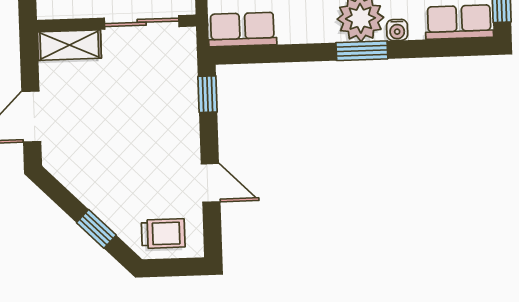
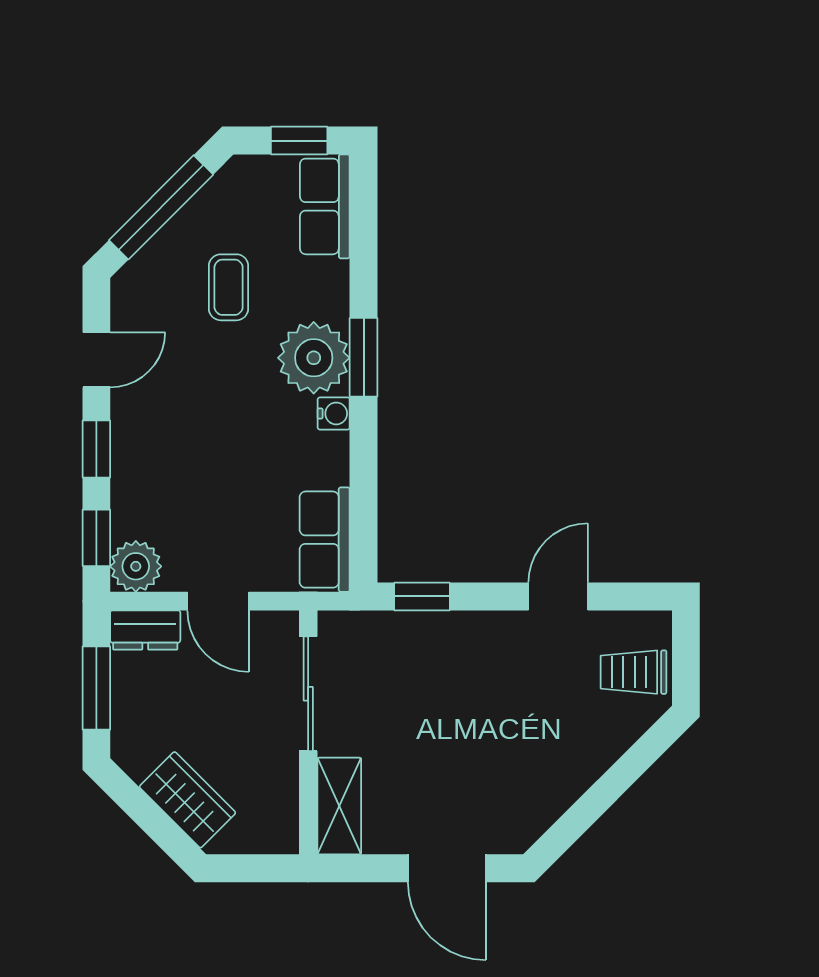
water cooler: (397, 30) -> (334, 413), moved
window: (96, 229) -> (623, 774), removed
trolley: (163, 234) -> (634, 672), turned -90

